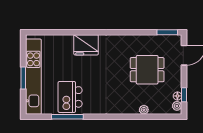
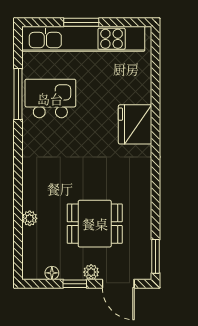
dining table: (147, 70) -> (95, 224), turned 90
window: (184, 95) -> (75, 284), moved
plant: (177, 106) -> (91, 272), moved

